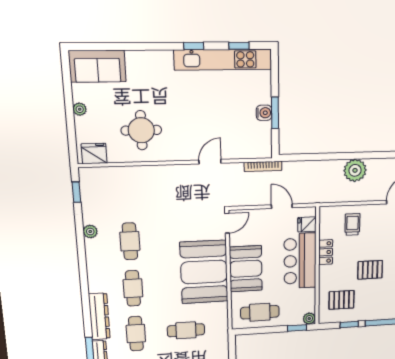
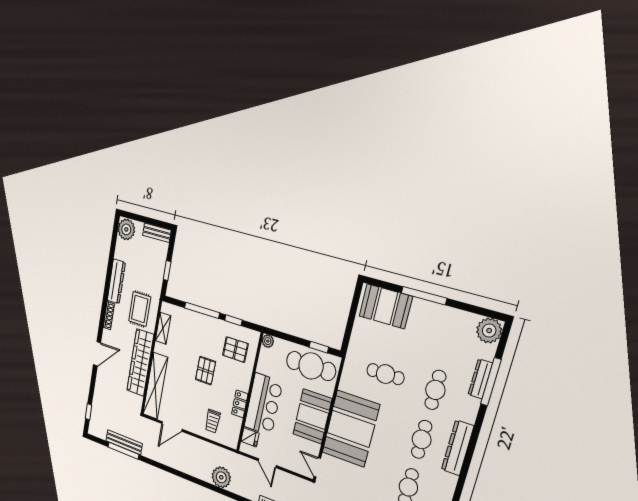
plant: (355, 170) -> (221, 477), moved
door: (227, 223) -> (317, 467), hinge flipped
pallet: (370, 270) -> (206, 371), turned 90
cafe table: (260, 312) -> (311, 366), width x1.37, depth x1.35
dresser: (99, 316) -> (458, 448), moved
window: (297, 328) -> (319, 347), moved

